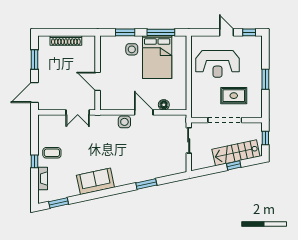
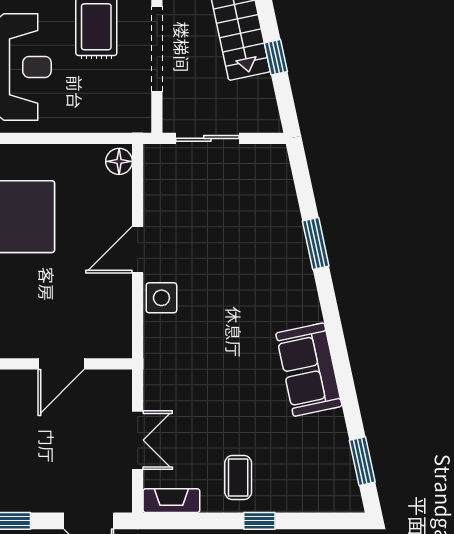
floor lamp: (164, 105) -> (119, 161), moved
double door: (78, 112) -> (138, 440), moved
window: (234, 165) -> (276, 57), moved
fireplace: (43, 179) -> (171, 501), moved

